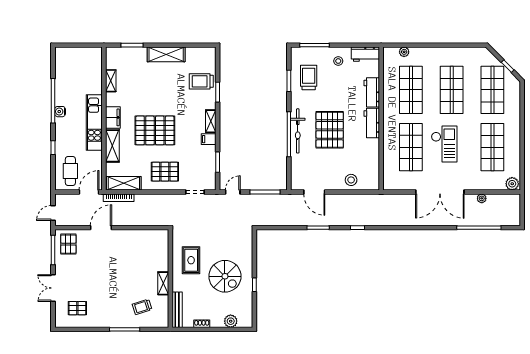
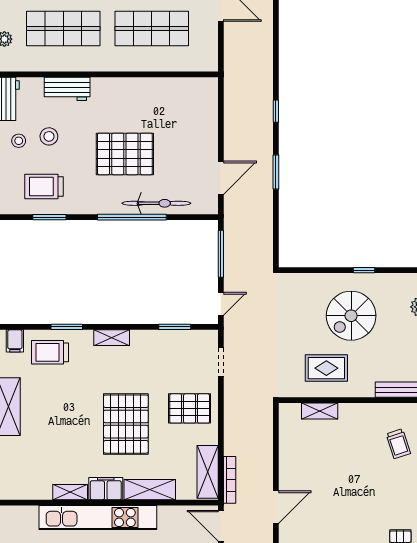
shelving: (111, 81) -> (70, 492), moved
trolley: (201, 81) -> (50, 352), turned 90
kitchen unit: (94, 122) -> (98, 518), width x1.36
workbench: (372, 123) -> (114, 89), removed
bicycle: (298, 131) -> (156, 203), moved
filing cabinet: (209, 139) -> (15, 341), moved
pallet: (165, 172) -> (190, 408), turned 90
stool: (351, 180) -> (49, 136), moved
door: (233, 192) -> (221, 304), swing flipped
door: (101, 228) -> (276, 507), swing flipped
spiral stairs: (225, 276) -> (351, 316), turned 180
shelving: (163, 283) -> (320, 411), moved

